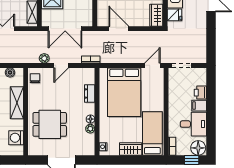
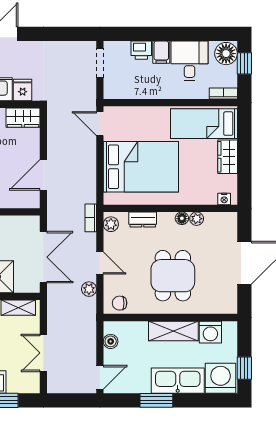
doorway: (182, 65) -> (100, 63), moved
plant: (87, 73) -> (111, 224), added
shelving: (17, 103) -> (173, 331), moved
dining table: (50, 124) -> (173, 276), moved

